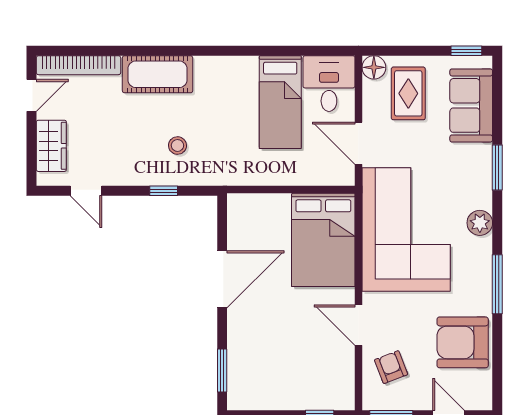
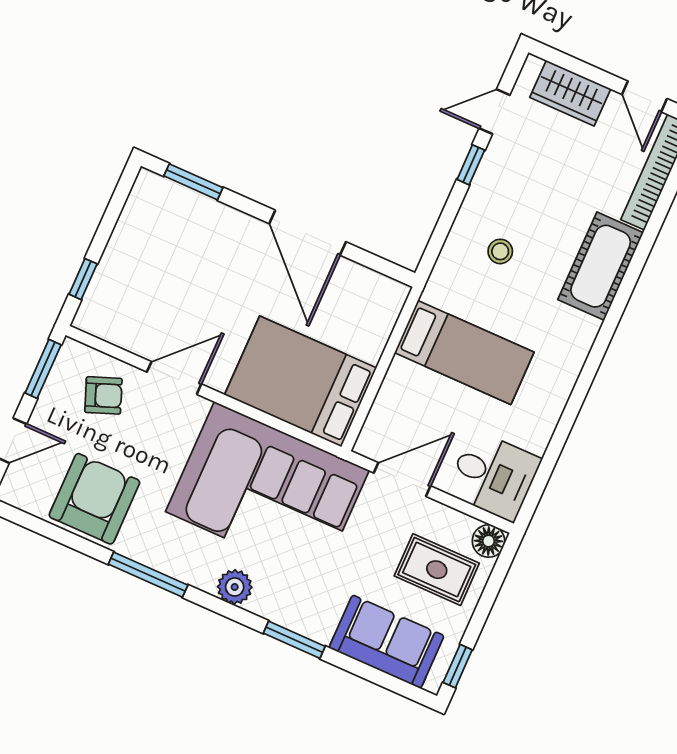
bed: (280, 102) -> (464, 352), moved, turned 180
window: (164, 191) -> (471, 165), moved

